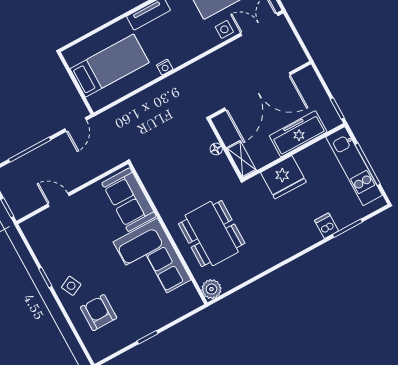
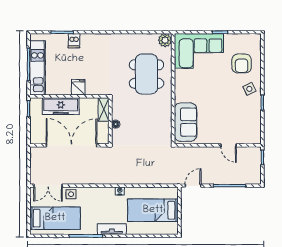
fridge: (283, 177) -> (78, 87), width x0.53, depth x0.75
corner sofa: (152, 261) -> (199, 51), moved, turned 90

